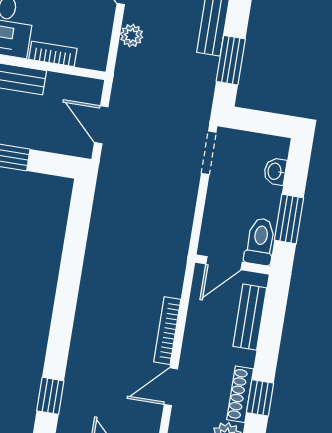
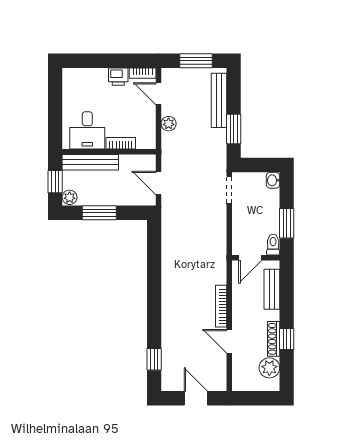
washbasin: (275, 171) -> (273, 180), moved
toilet: (260, 242) -> (273, 245), width x0.73, depth x0.72
door: (171, 387) -> (229, 341), hinge flipped

